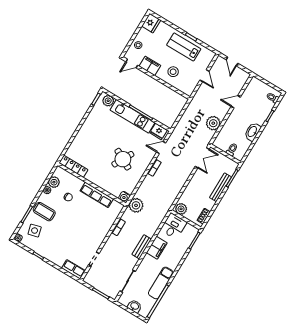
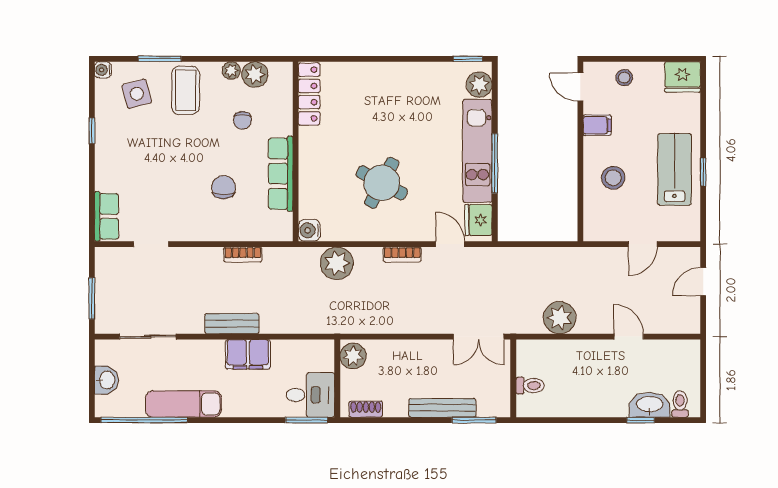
filing cabinet: (150, 66) -> (597, 125), width x0.50
washbasin: (252, 132) -> (650, 405), moved
plant: (136, 205) -> (337, 263), moved
chair: (89, 219) -> (224, 187), added
desk: (174, 226) -> (310, 395), moved

